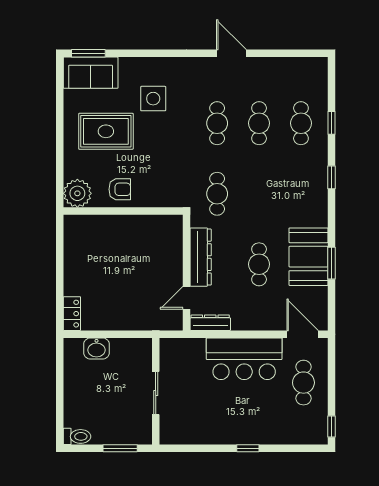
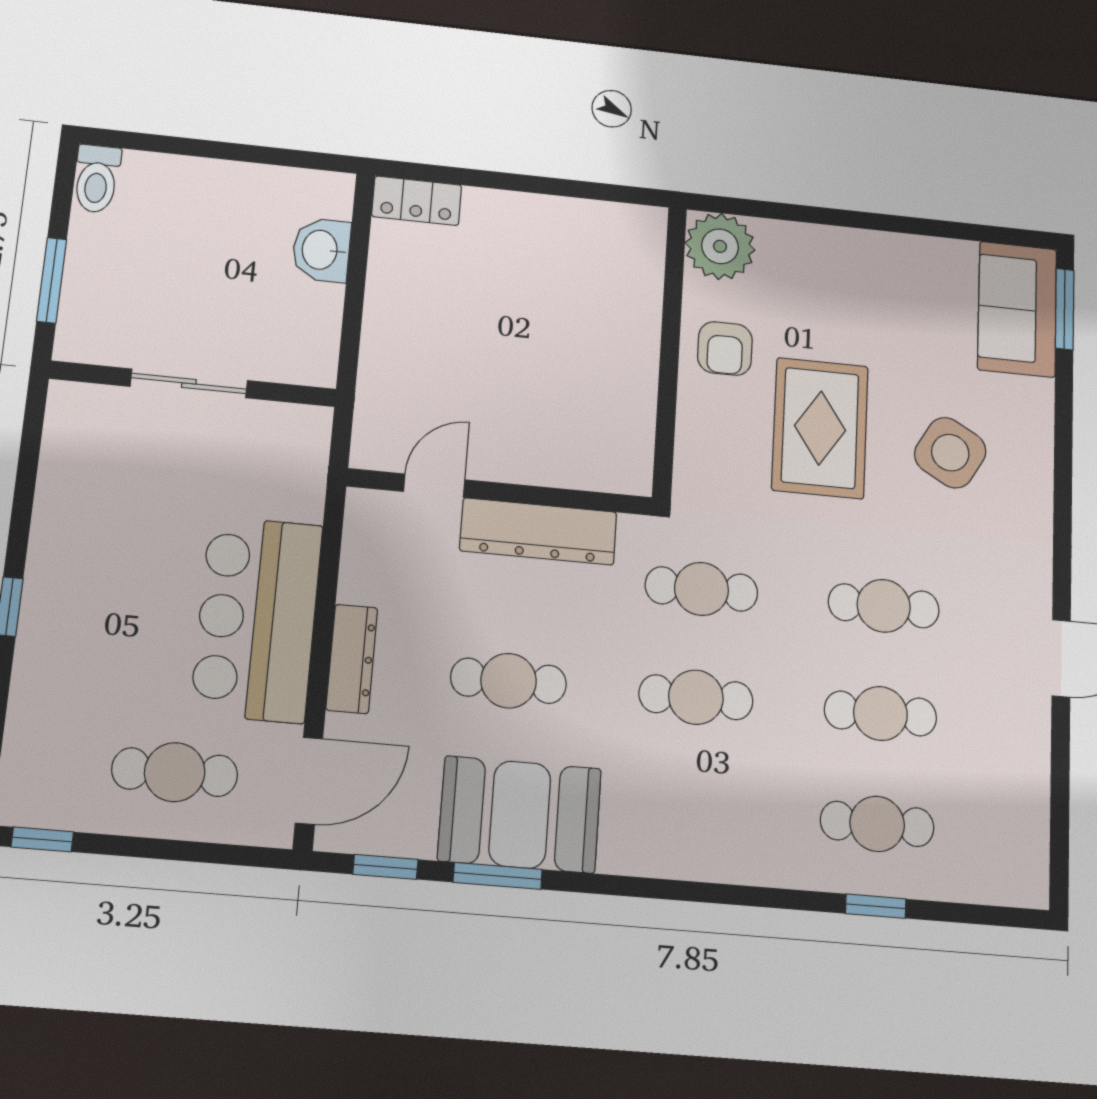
side table: (153, 99) -> (950, 453), turned 30
rug: (106, 131) -> (820, 428), moved
window: (332, 177) -> (385, 867), moved
cafe table: (259, 194) -> (696, 697), added
door: (187, 298) -> (434, 486), hinge flipped
dresser: (210, 323) -> (352, 659), moved

